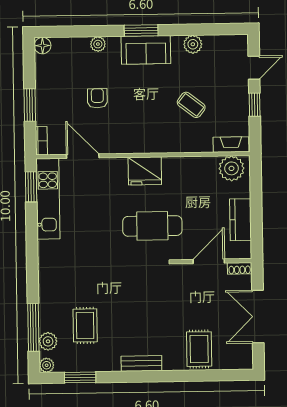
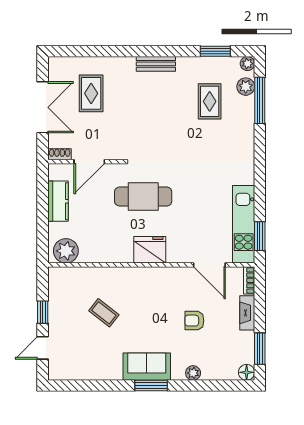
plant: (193, 44) -> (101, 371), removed
armchair: (97, 98) -> (194, 321), turned 90
window: (30, 105) -> (260, 349), moved
fireplace: (231, 144) -> (247, 313), moved, turned 90
rug: (199, 349) -> (91, 93), moved

